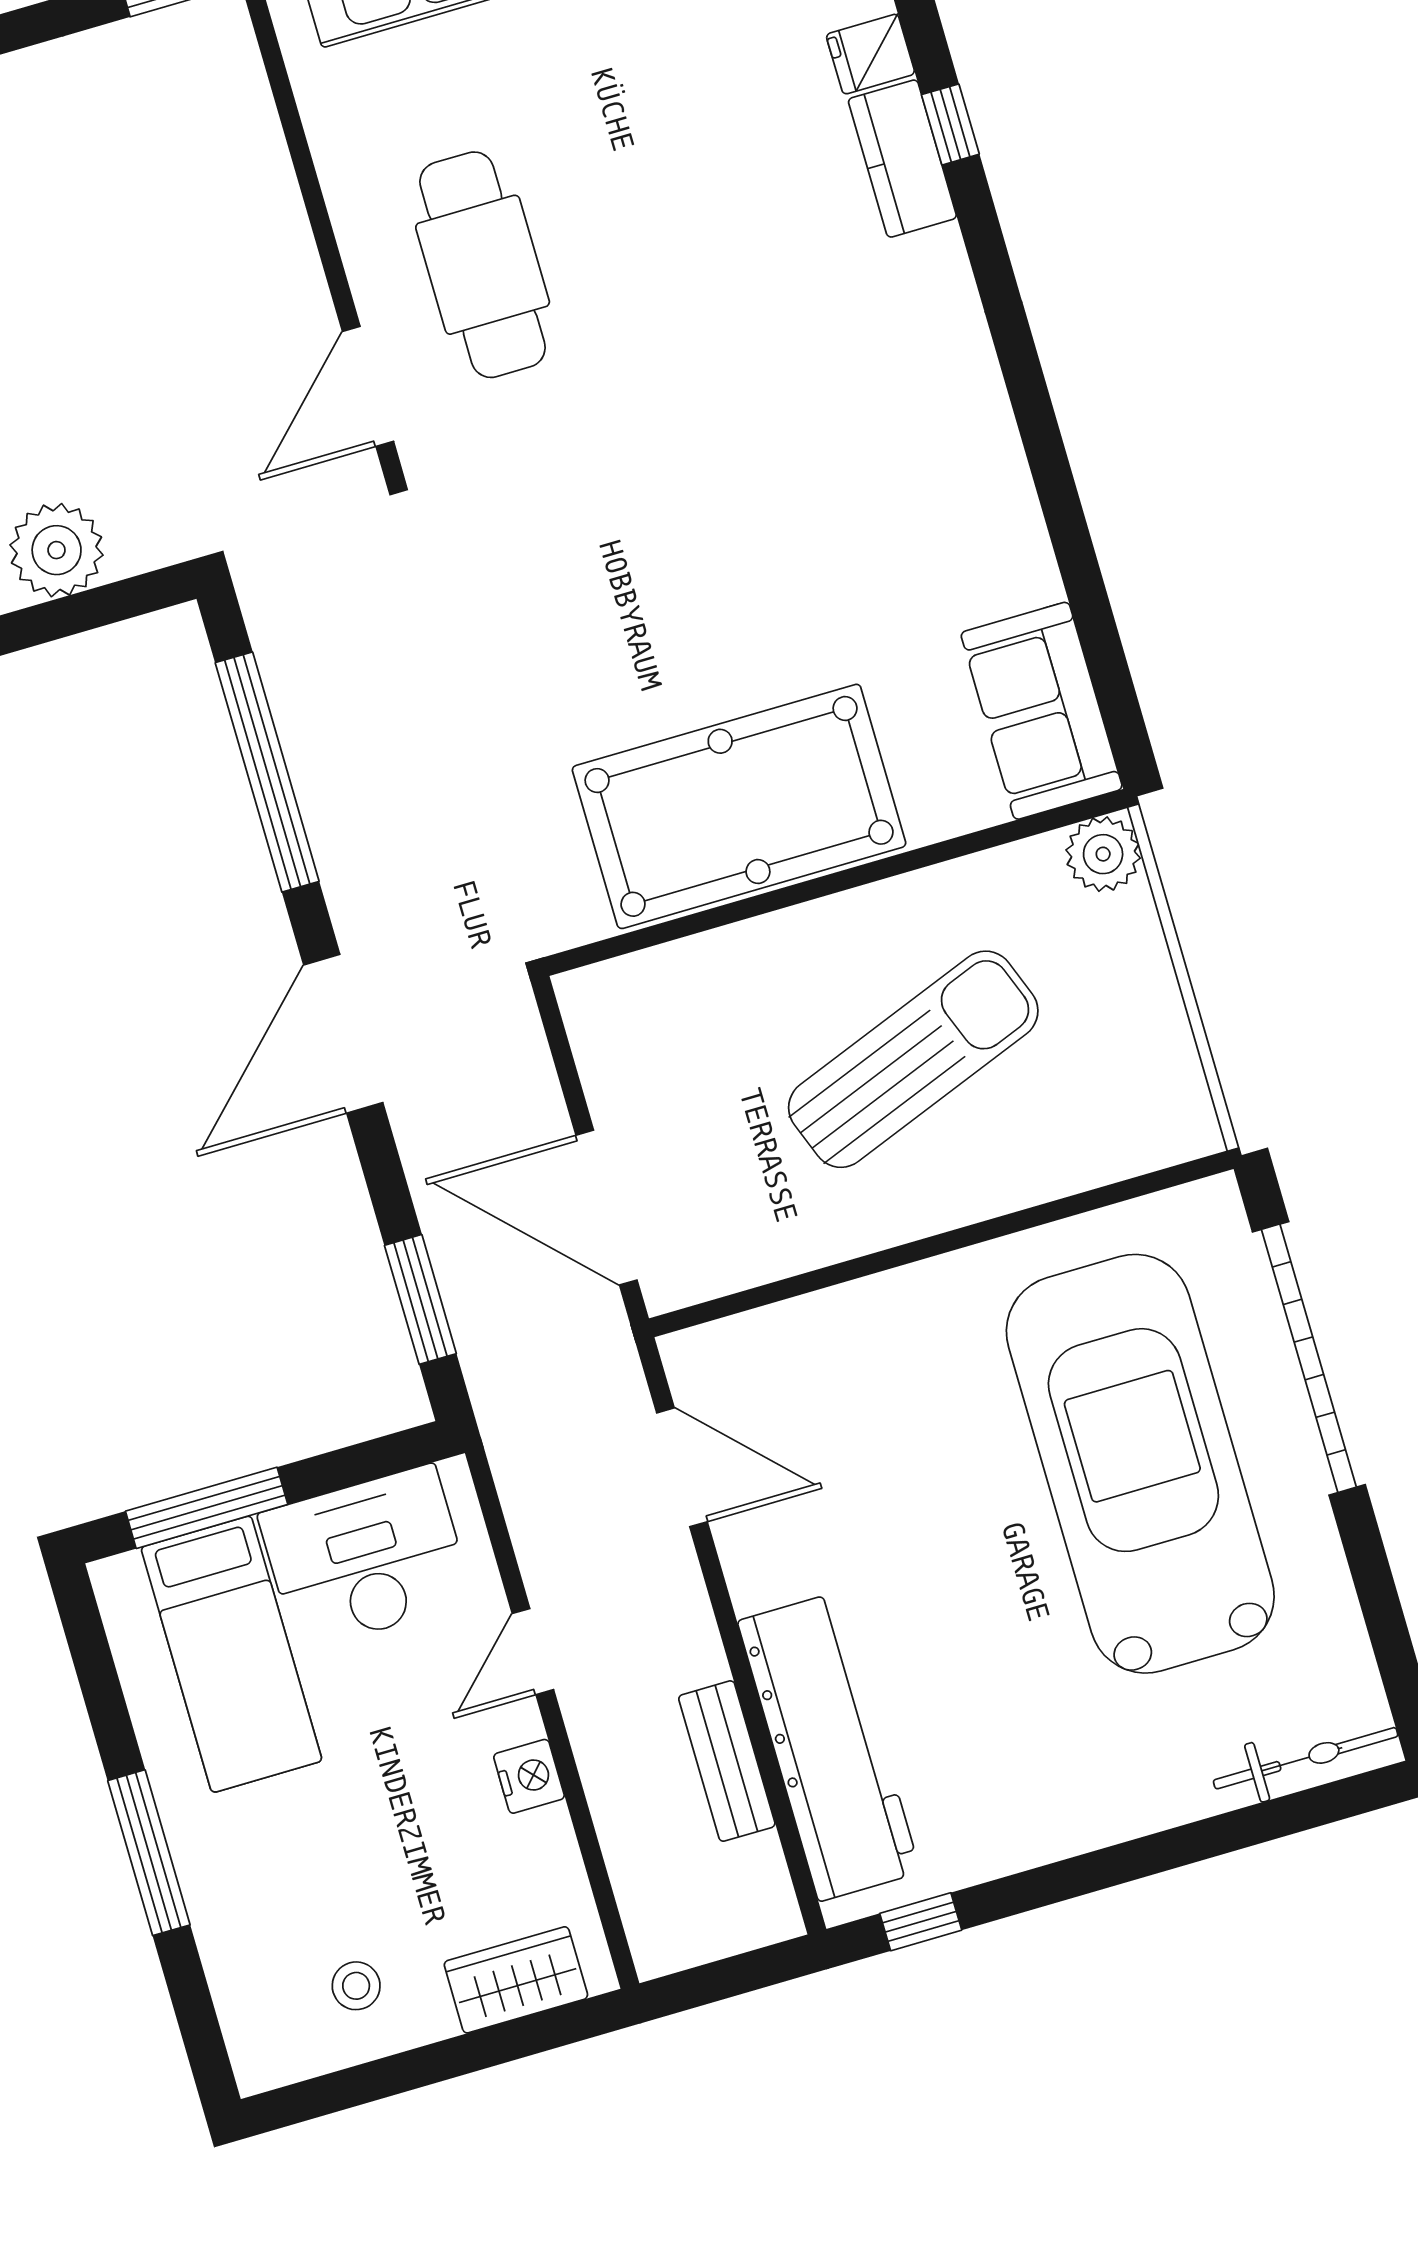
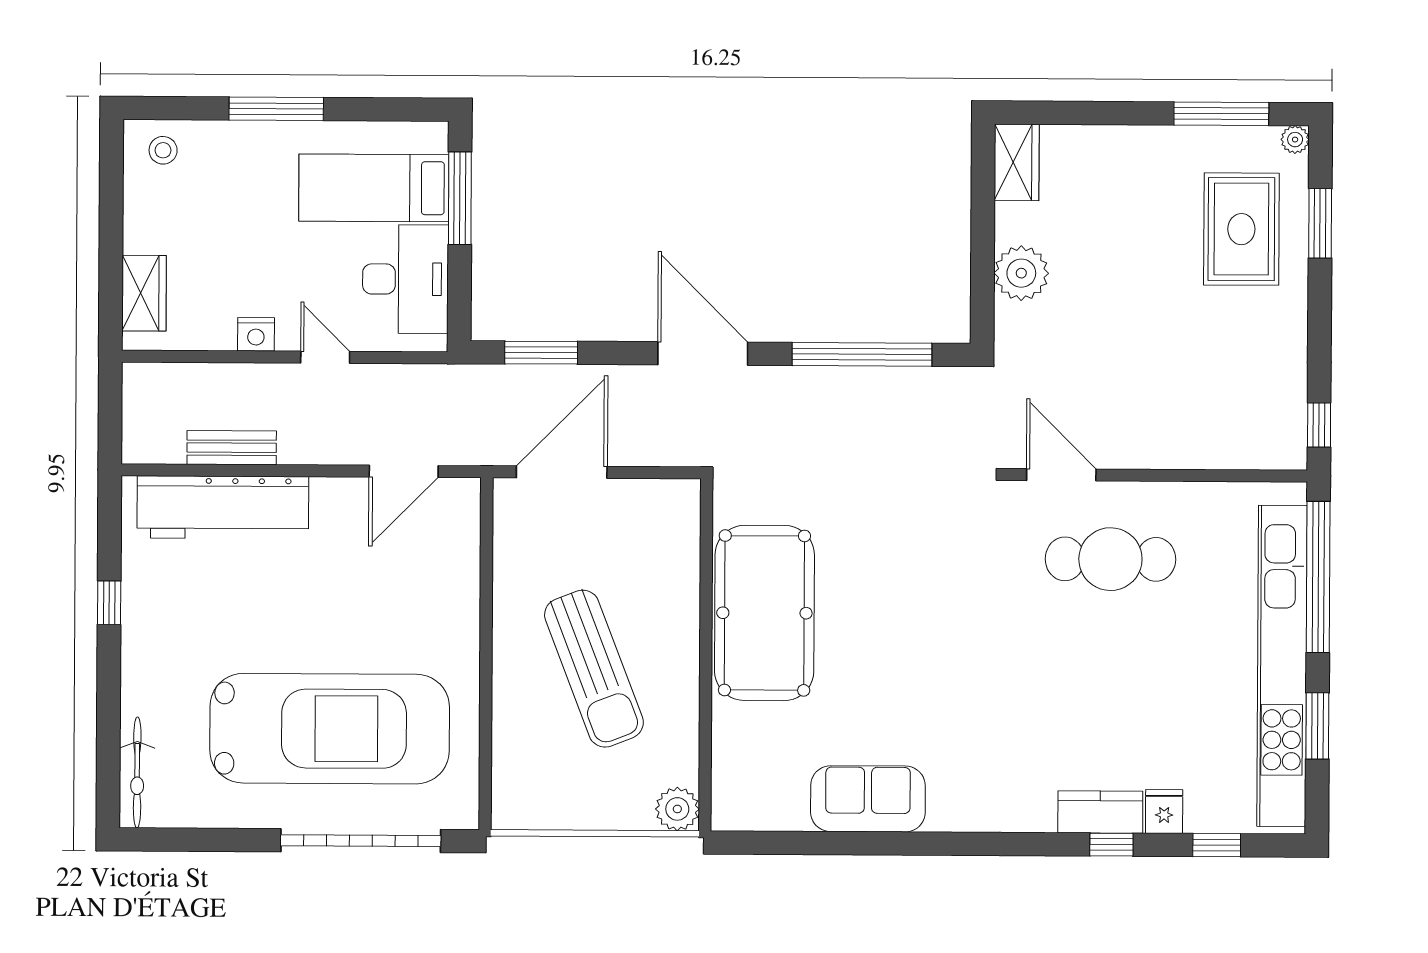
sofa: (1042, 711) -> (868, 799), moved
window: (921, 1922) -> (109, 603), moved
stool: (356, 1986) -> (163, 150), moved

